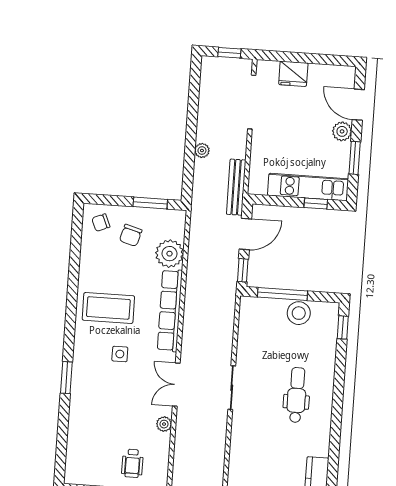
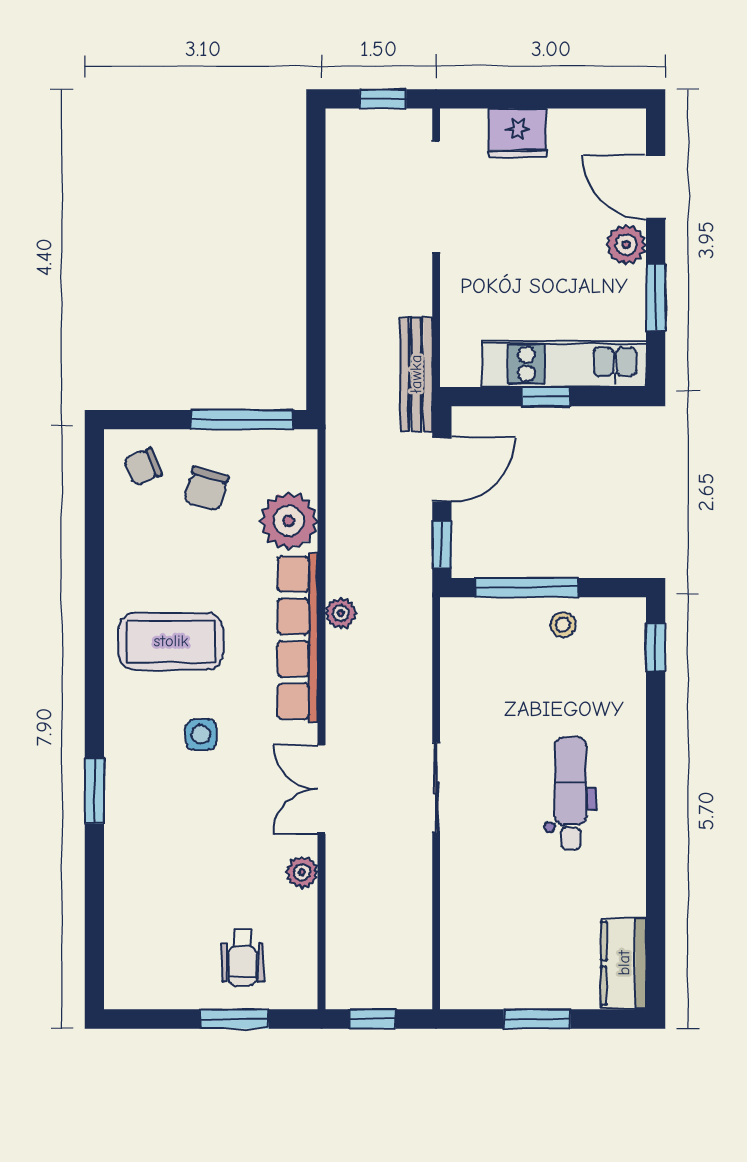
plant: (202, 150) -> (341, 613), moved
window: (150, 203) -> (242, 420), width x1.44
window: (316, 203) -> (546, 397), moved
stool: (299, 313) -> (563, 625), width x0.53, depth x0.53

